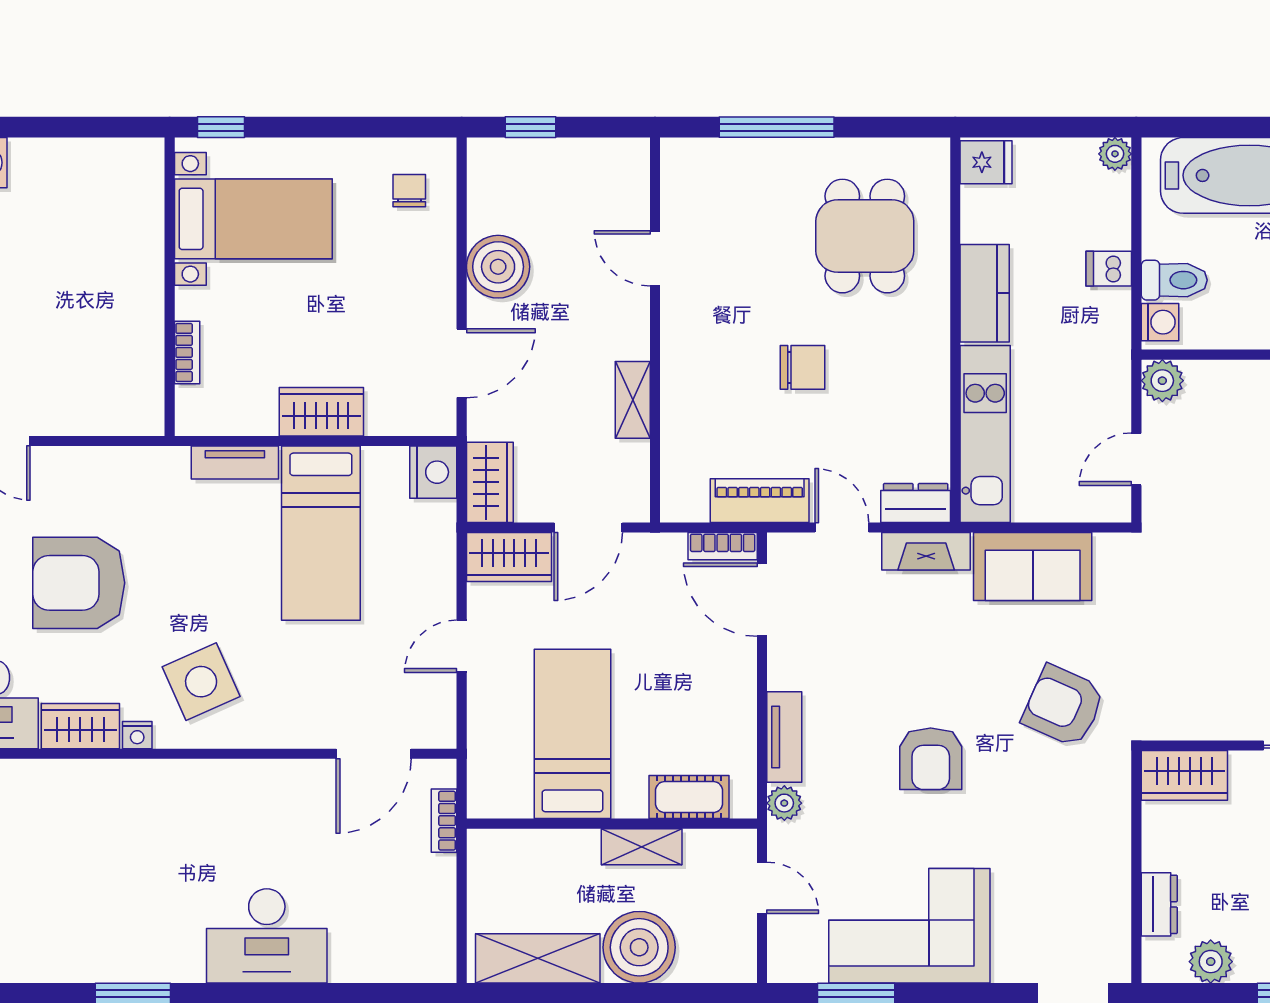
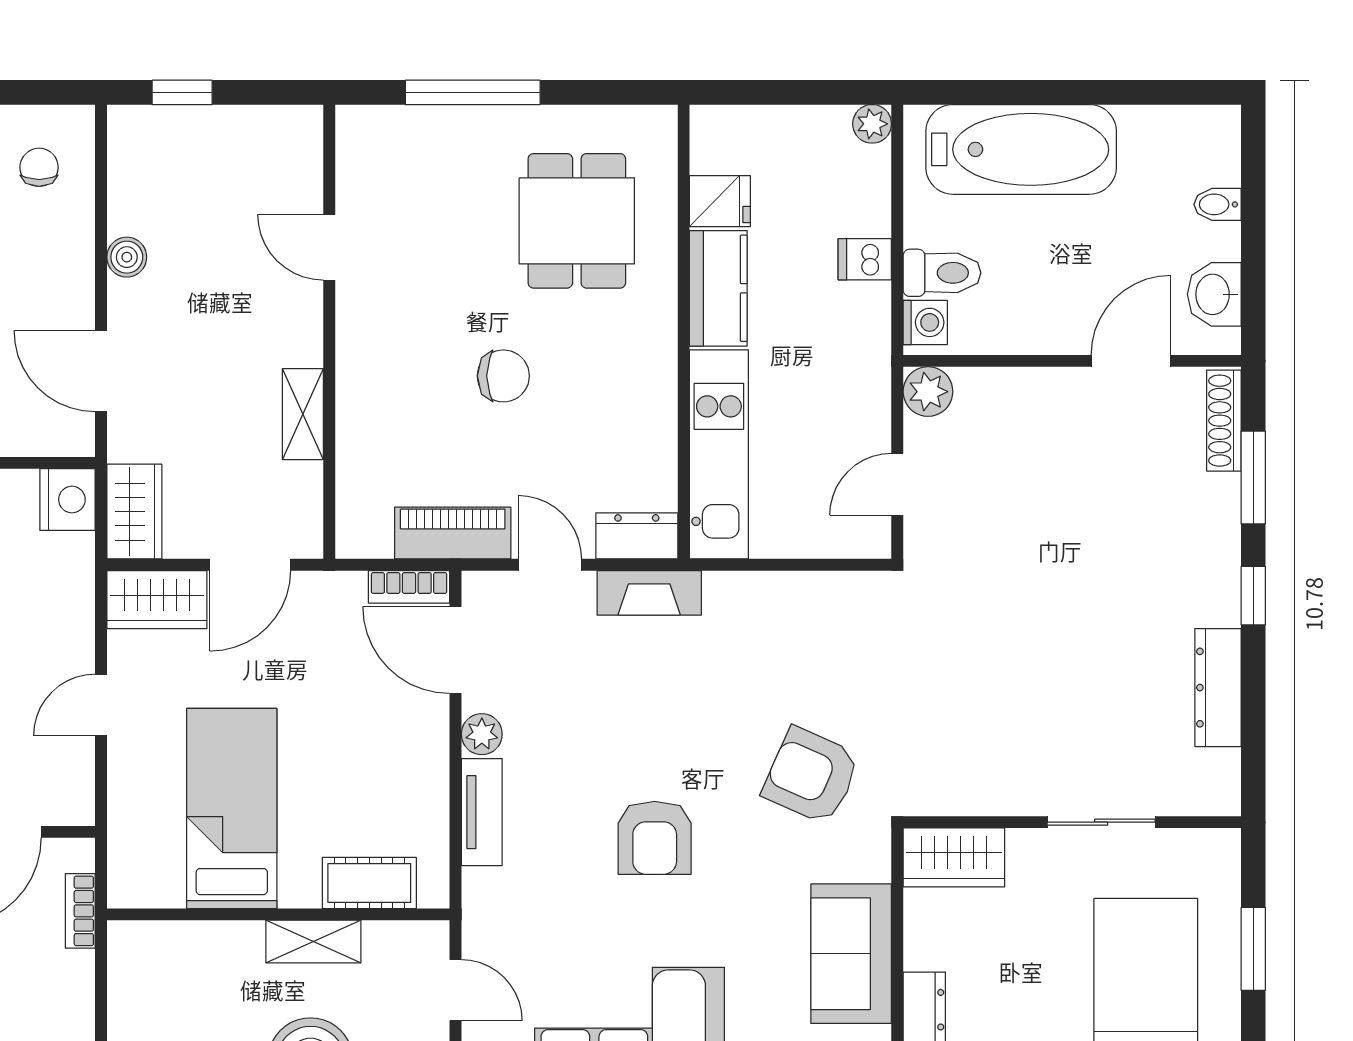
fridge: (986, 162) -> (720, 201), moved
boiler: (498, 267) -> (127, 257), width x0.54, depth x0.54
door: (462, 363) -> (101, 371), swing flipped
sofa: (1033, 567) -> (851, 954), moved, turned 90
plant: (784, 803) -> (482, 734), moved

